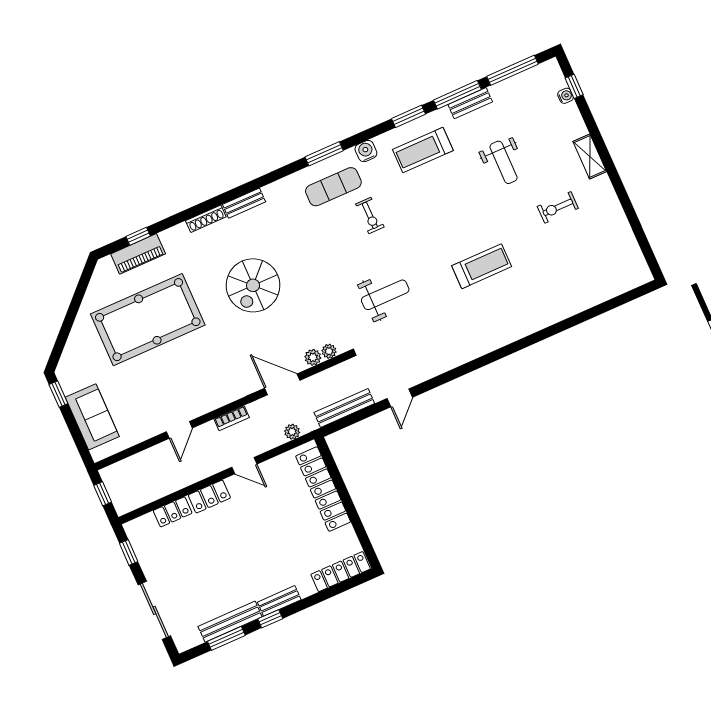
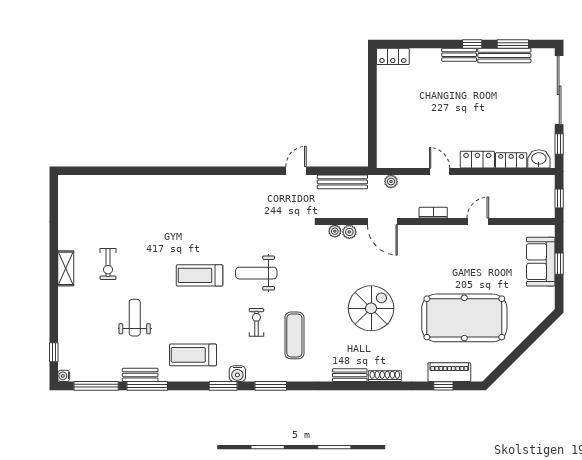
water cooler: (566, 96) -> (64, 376), moved
window: (408, 116) -> (223, 386), moved
treadmill: (423, 150) -> (193, 355), turned 180
shelving: (590, 156) -> (66, 268), moved
exercise mat: (333, 187) -> (294, 335), moved, turned 90
exercise bike: (558, 207) -> (108, 264), turned 90
treadmill: (482, 266) -> (200, 275), moved
weight bench: (385, 295) -> (256, 273), moved
window: (58, 394) -> (559, 264), moved
locker: (323, 489) -> (387, 126), removed
washbasin: (143, 527) -> (539, 159), added
locker: (341, 572) -> (393, 56), width x0.66
sliding door: (154, 610) -> (559, 90), width x1.36

